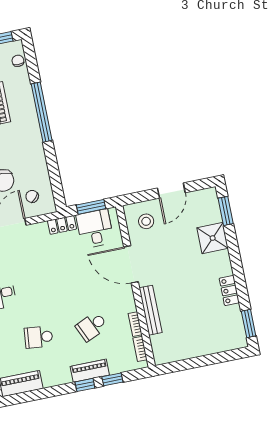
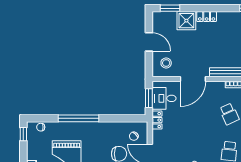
locker: (229, 290) -> (207, 17), moved

